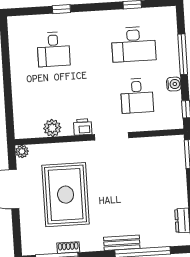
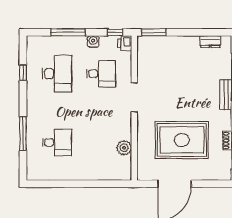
window: (61, 9) -> (23, 134), width x2.17
printer: (83, 127) -> (125, 43), moved
plant: (22, 151) -> (143, 175), removed

